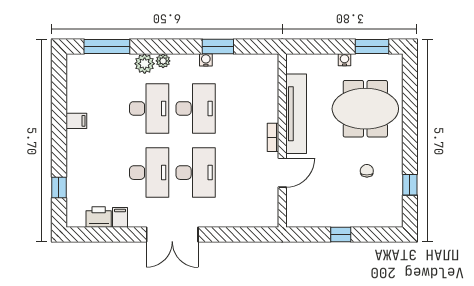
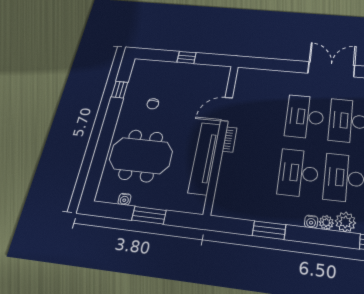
window: (372, 47) -> (149, 215), moved
water cooler: (206, 60) -> (311, 222), moved
water cooler: (344, 60) -> (124, 199), moved

